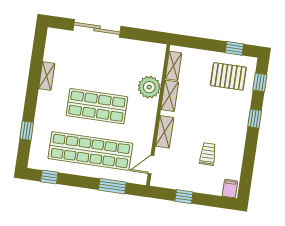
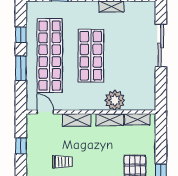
window: (49, 177) -> (21, 35), moved
window: (112, 186) -> (21, 68), moved

